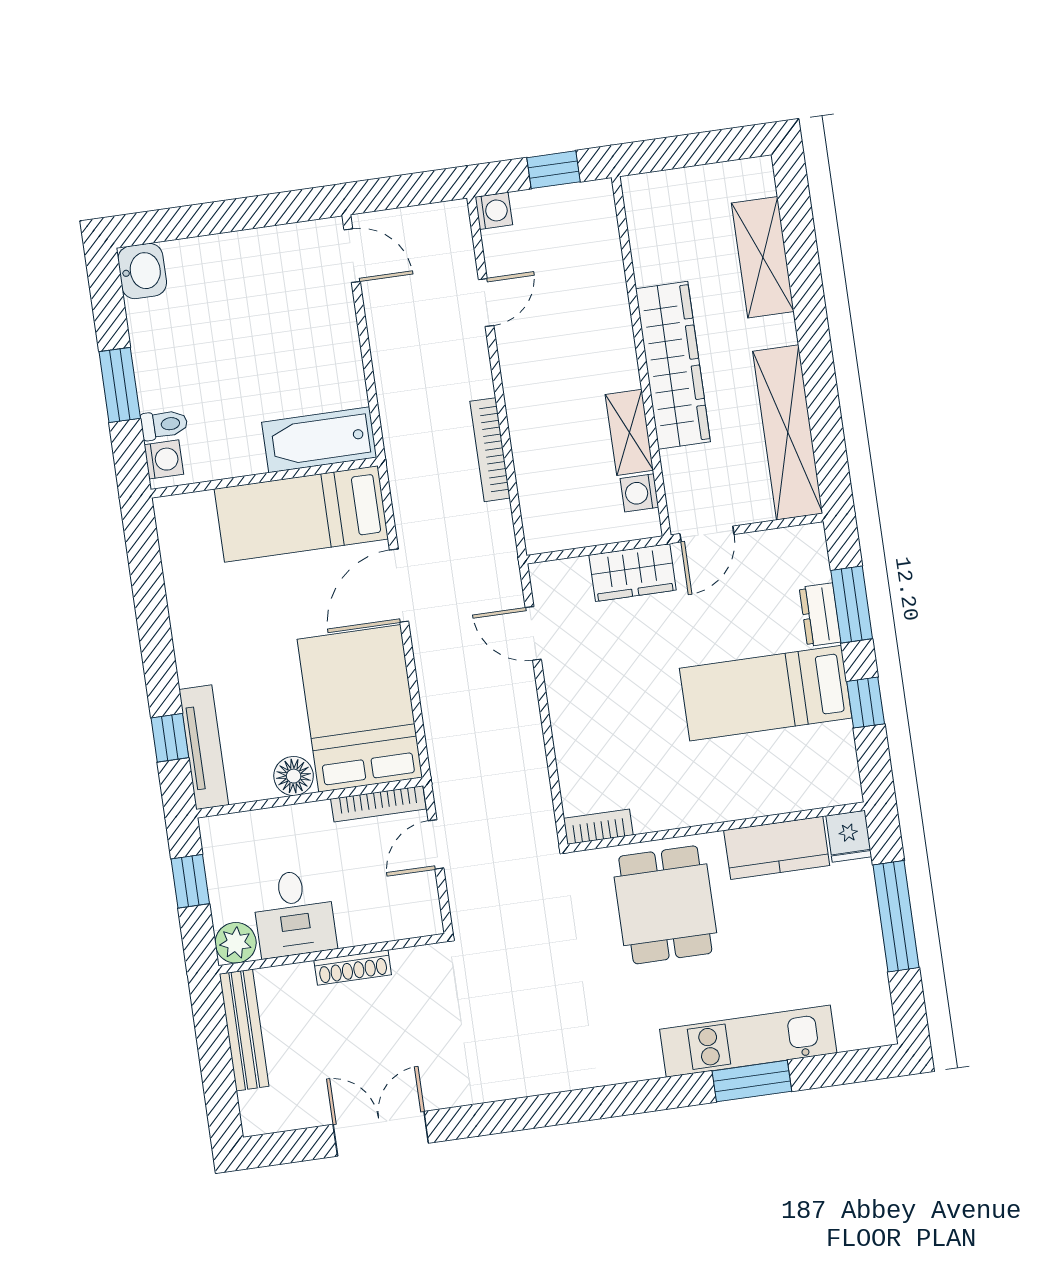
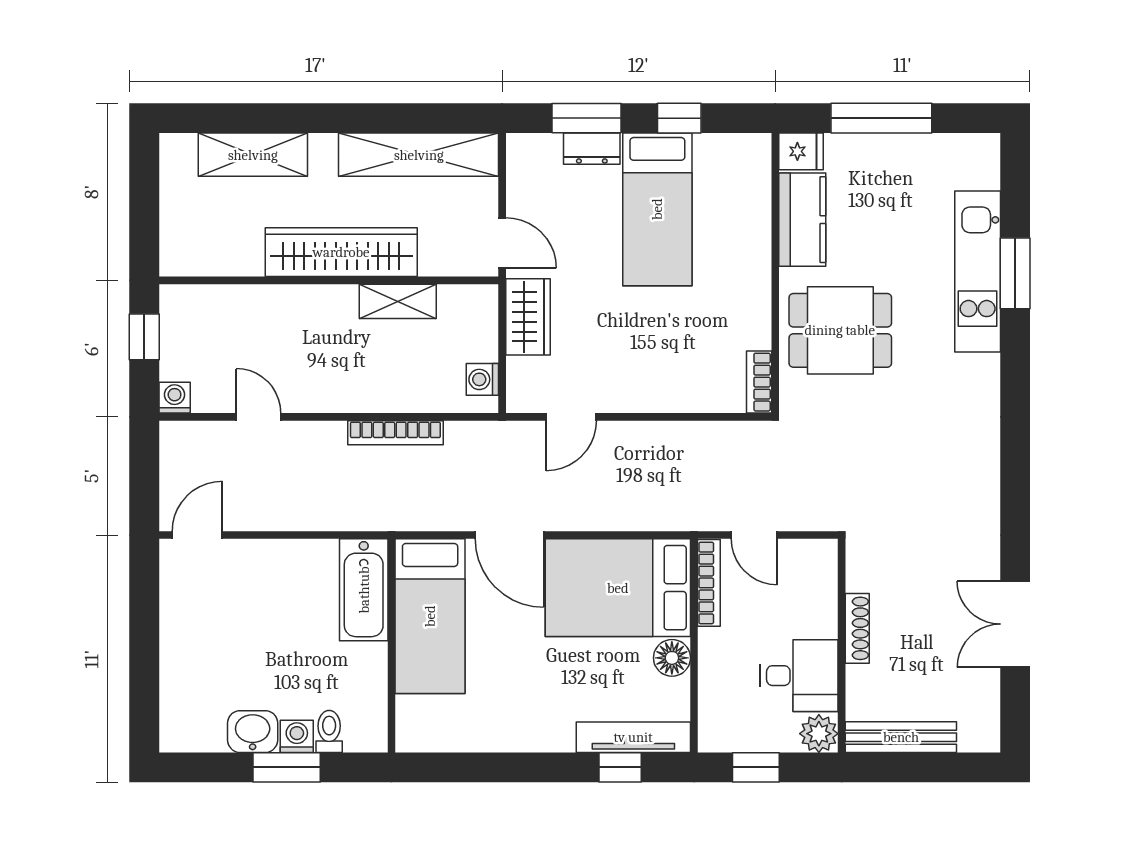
washbasin: (142, 271) -> (253, 732), moved
washing machine: (164, 459) -> (297, 736), moved
washing machine: (639, 493) -> (482, 379), moved, turned 90

